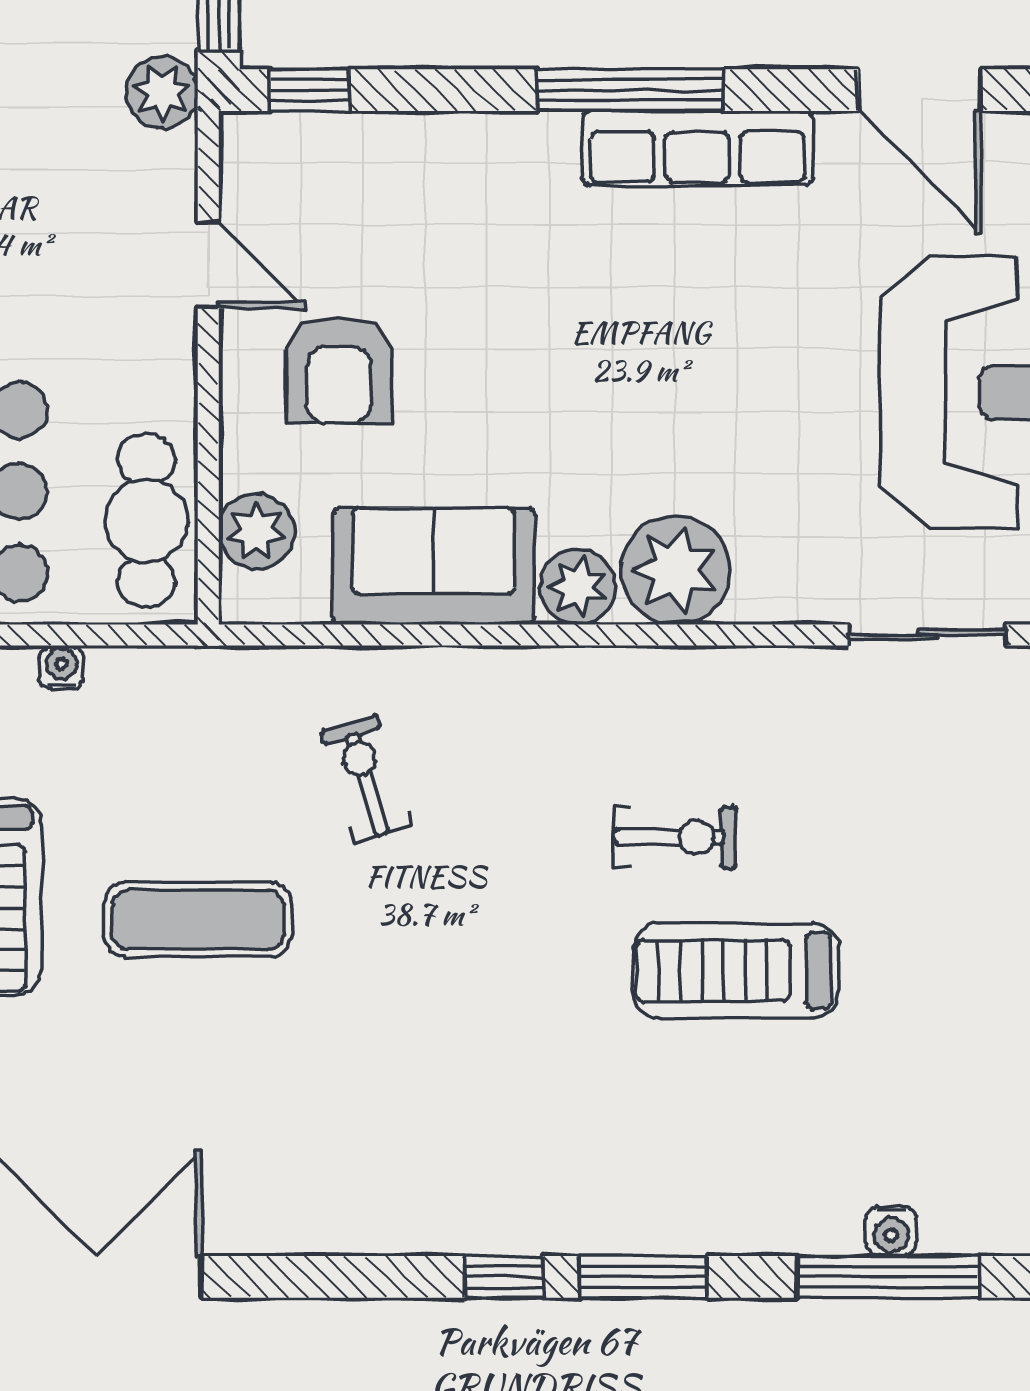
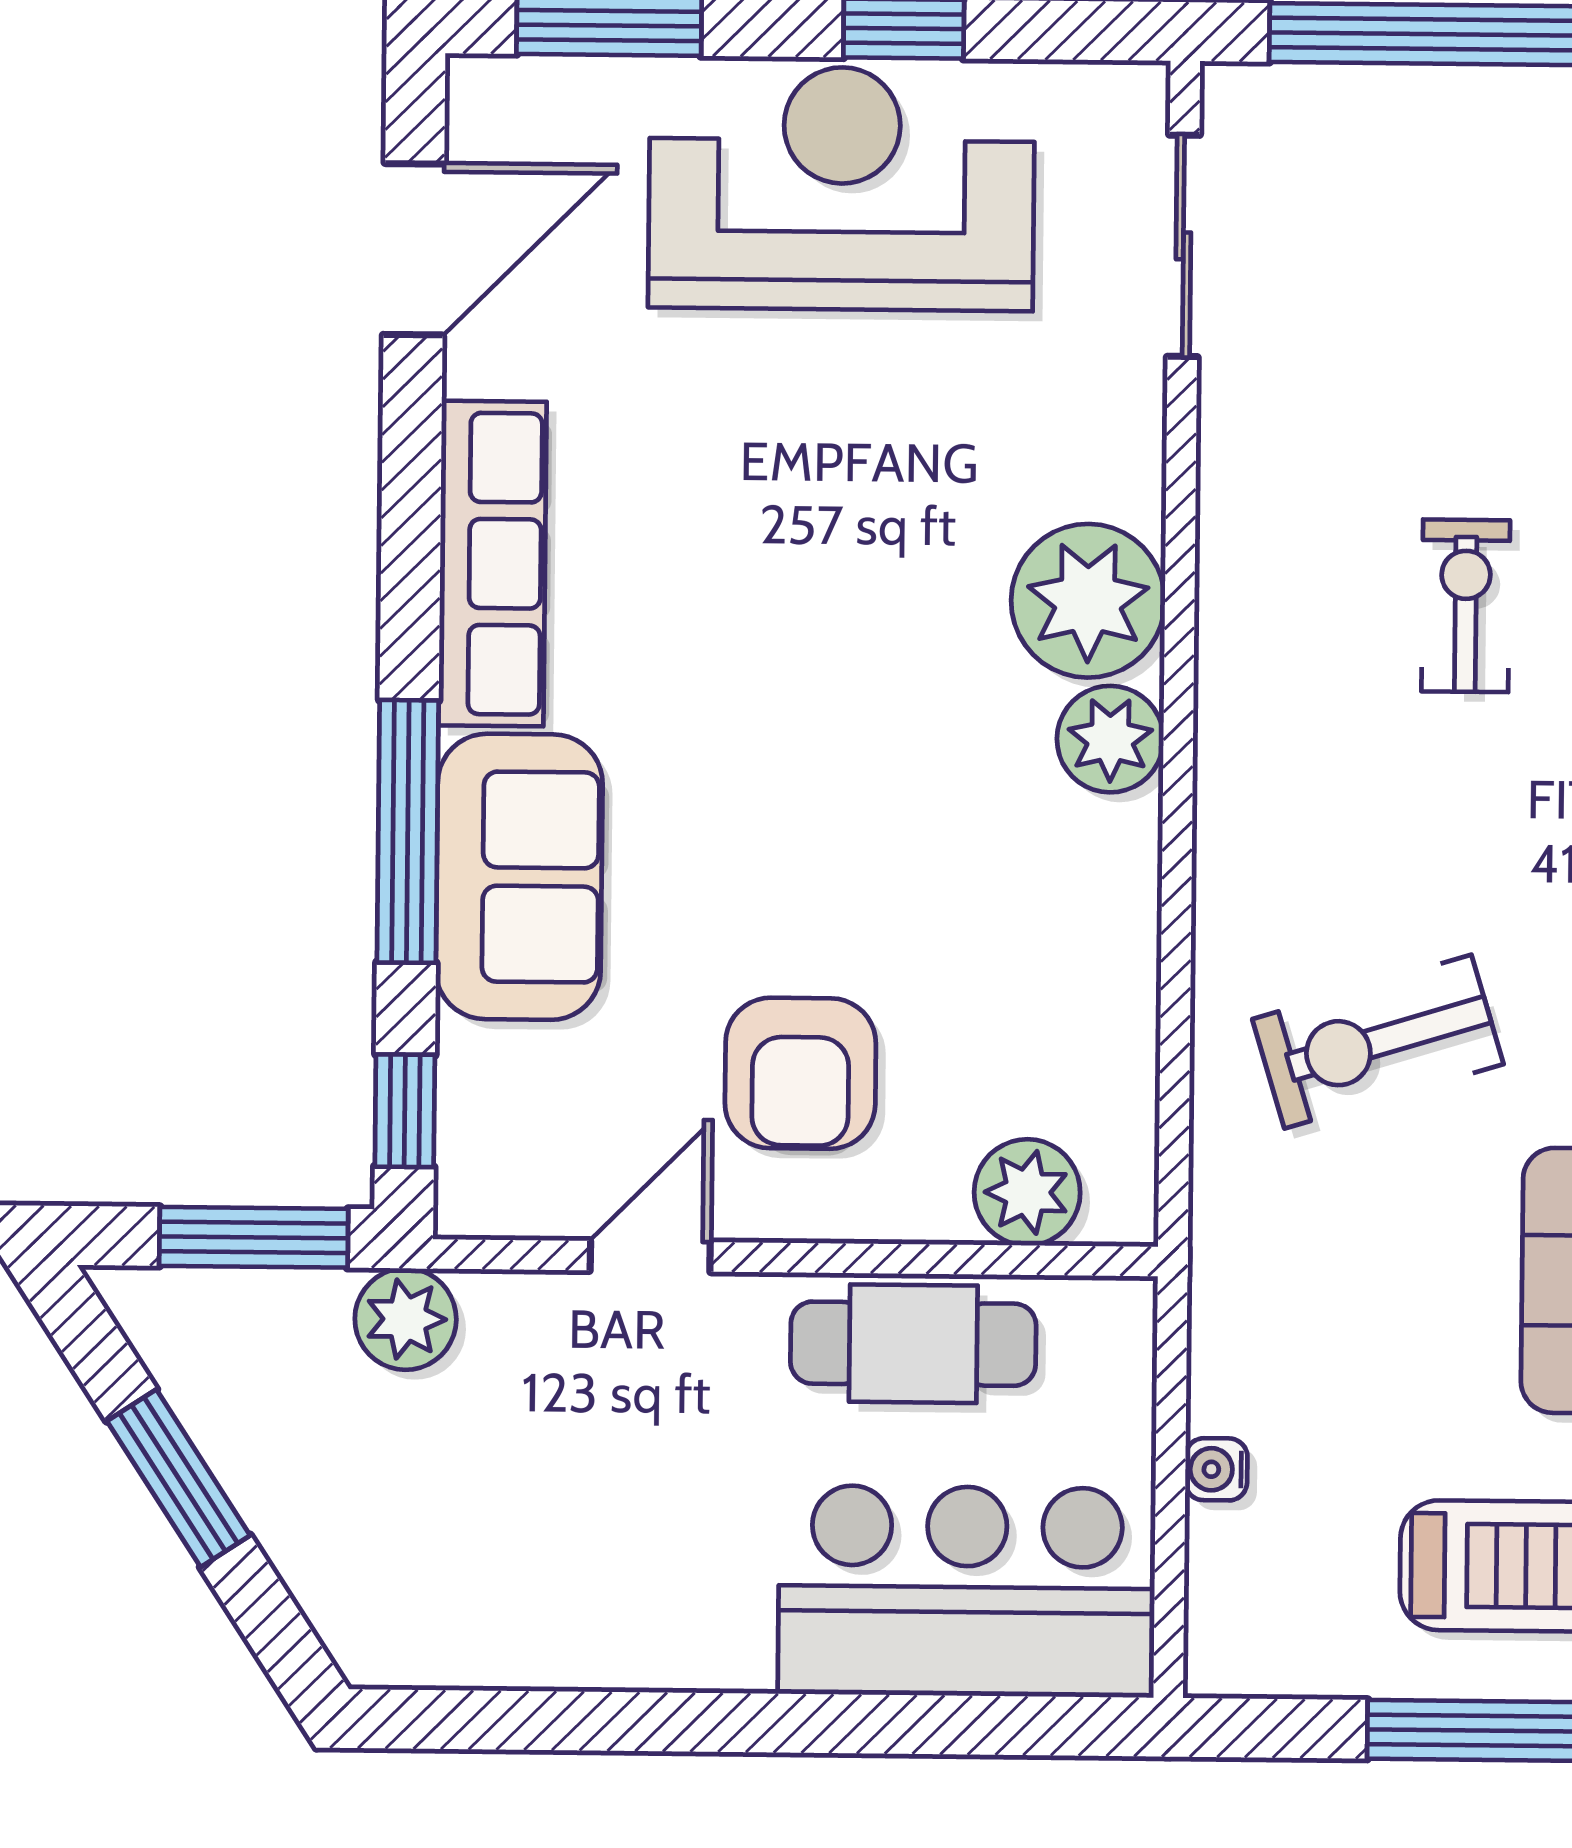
window: (630, 90) -> (408, 831), moved
armchair: (339, 370) -> (800, 1073), turned 90
cafe table: (146, 521) -> (913, 1344), moved
sofa: (434, 566) -> (519, 877), moved, turned 180
exercise bike: (366, 779) -> (1378, 1042), width x1.38, depth x1.39

